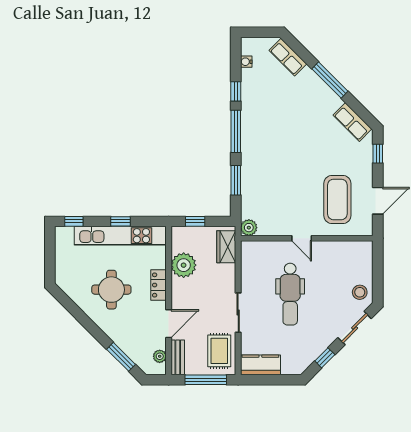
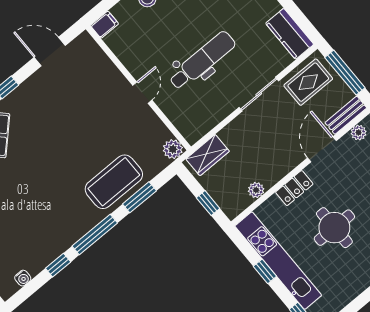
coffee table: (337, 199) -> (114, 182), moved
filing cabinet: (366, 250) -> (104, 25), added
plant: (184, 265) -> (256, 190), width x0.53, depth x0.53
door: (169, 324) -> (322, 149), hinge flipped

